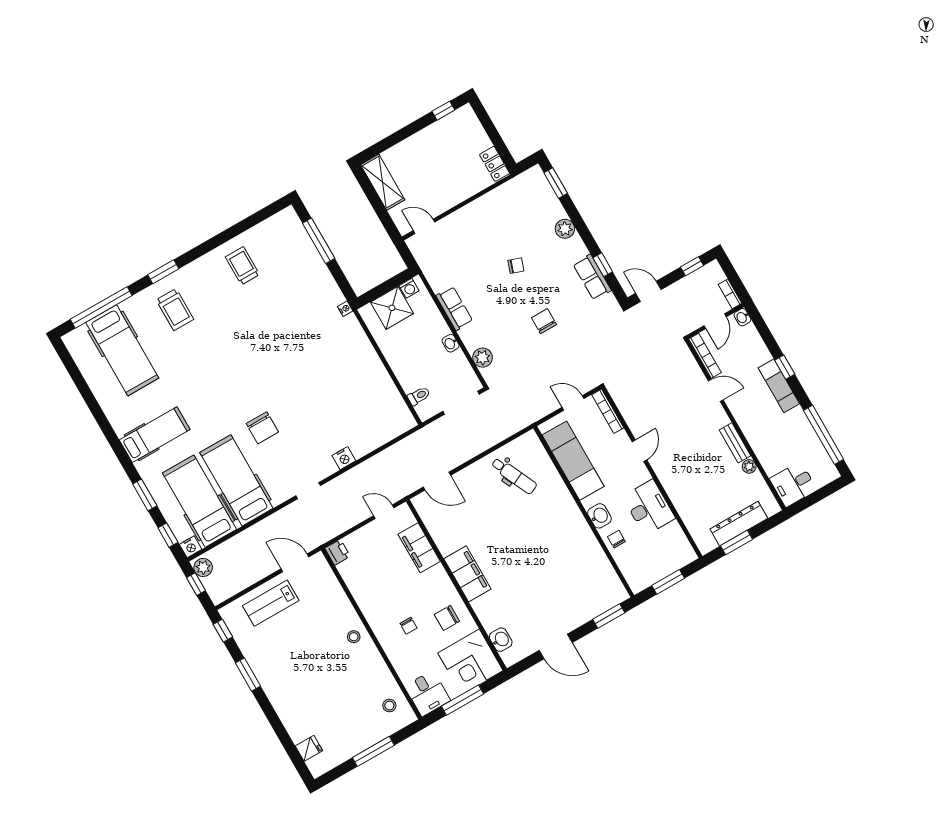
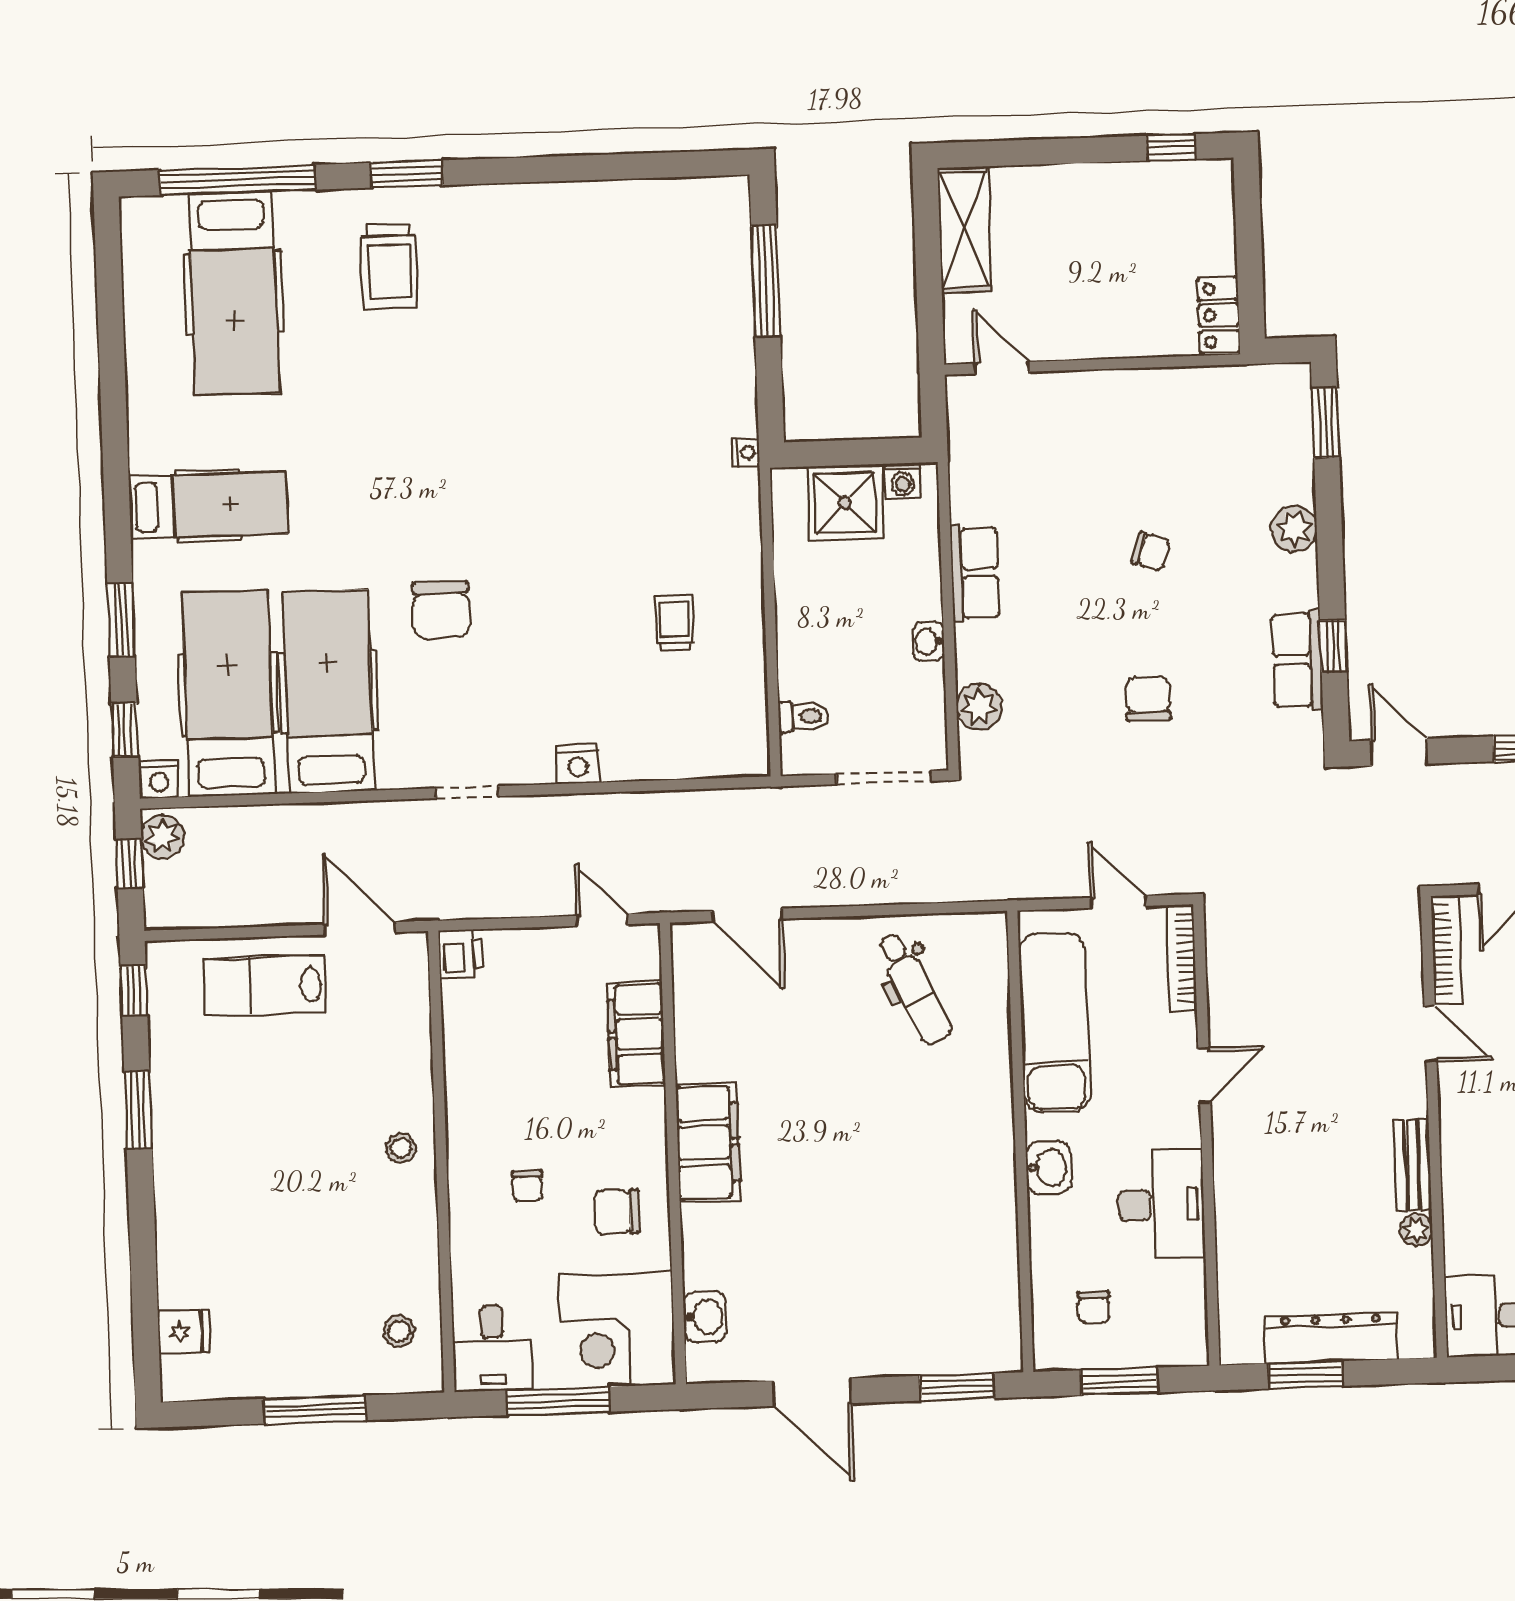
trolley: (242, 266) -> (675, 623), moved, width x0.73, depth x0.72
chair: (616, 539) -> (1094, 1307), moved, turned 180

